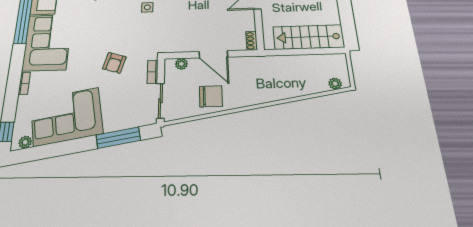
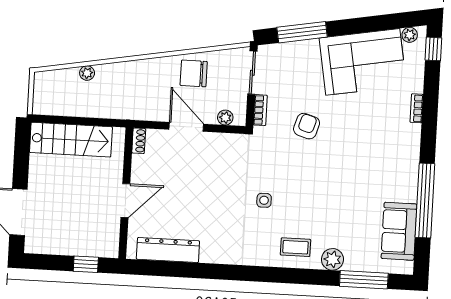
corner sofa: (47, 42) -> (391, 162), removed
plant: (335, 84) -> (87, 73), moved

